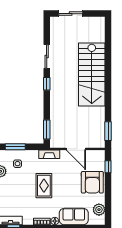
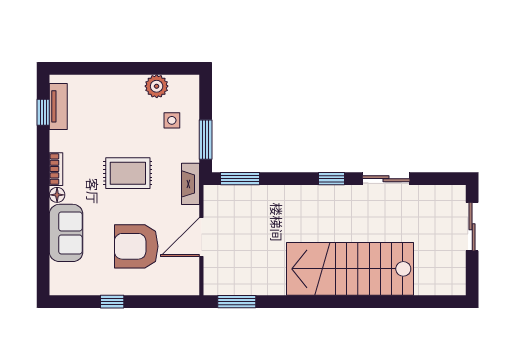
window: (15, 147) -> (206, 140), moved
window: (108, 167) -> (112, 302), moved
armchair: (92, 182) -> (136, 246), moved
plant: (99, 210) -> (80, 283), removed

